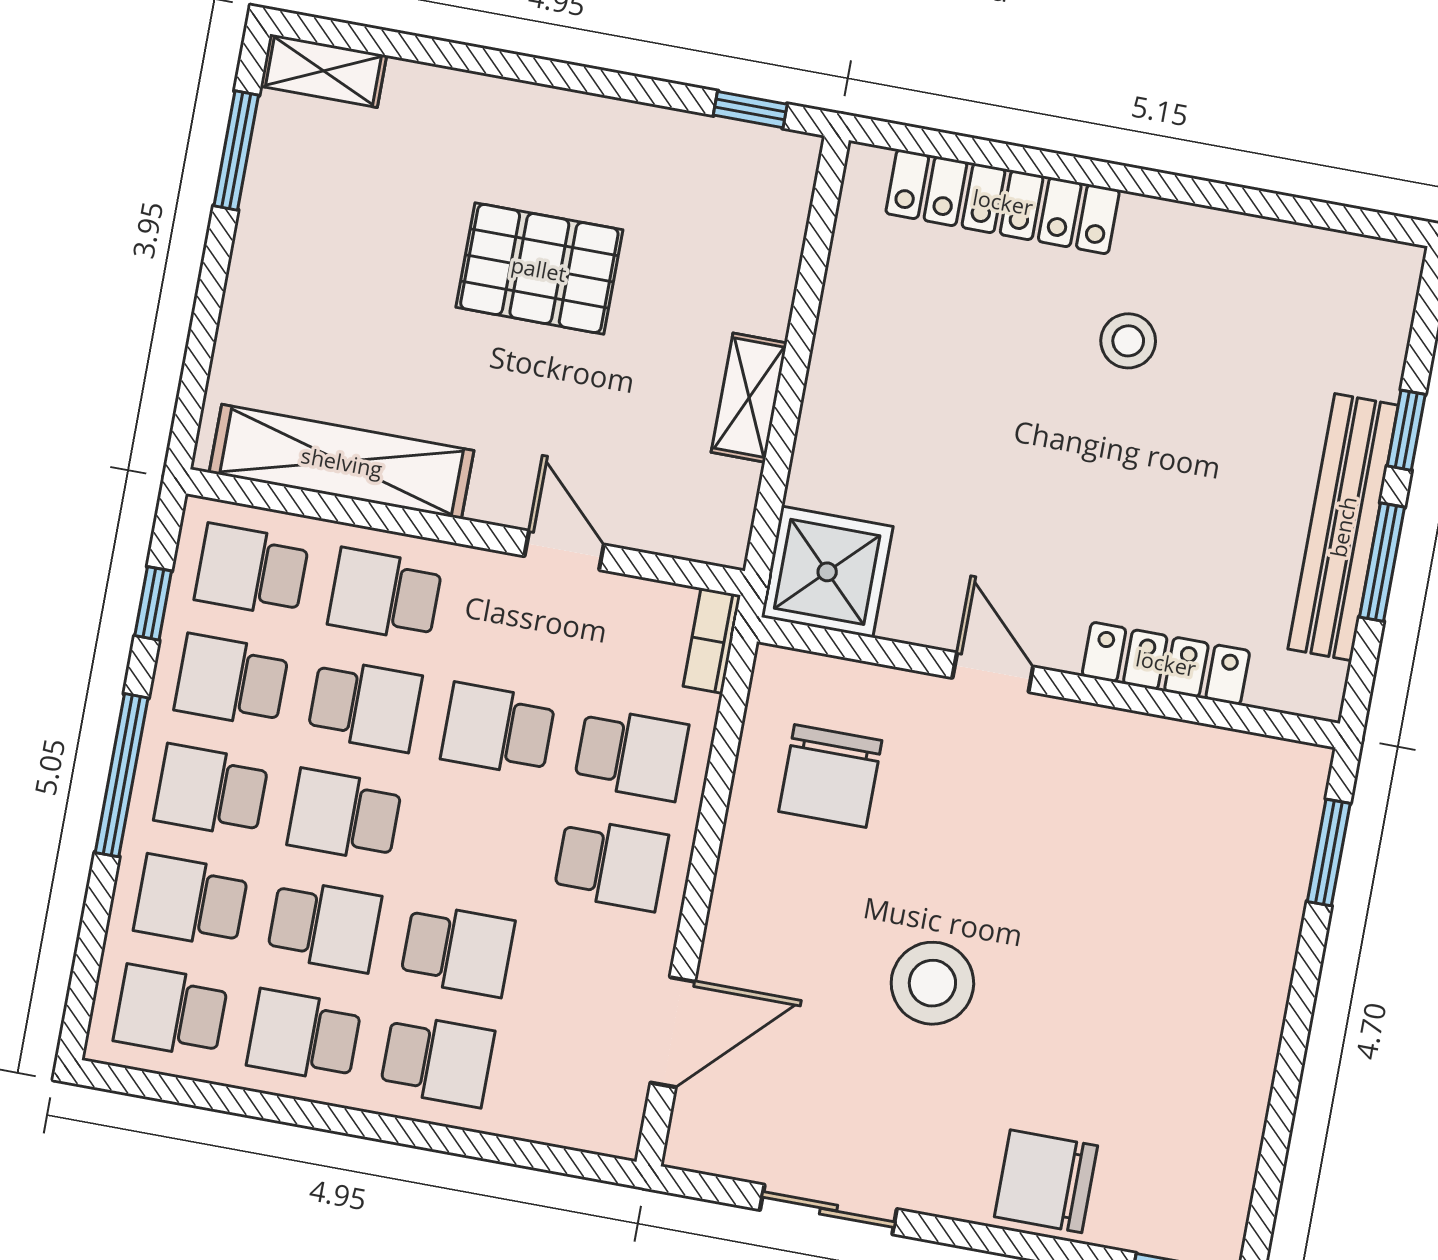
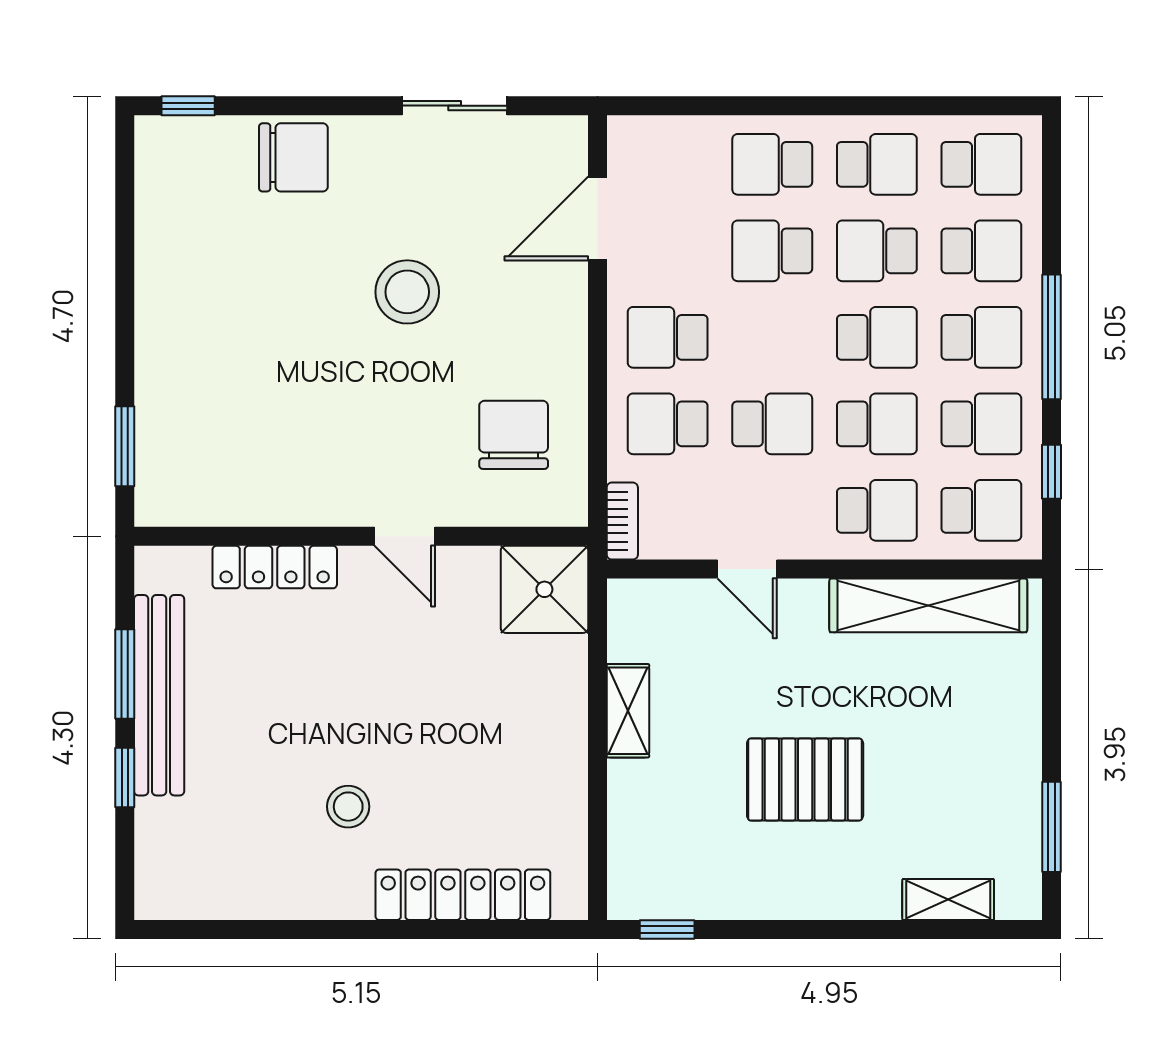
shelving: (324, 71) -> (948, 900), moved
school desk: (365, 705) -> (877, 424), turned 180

